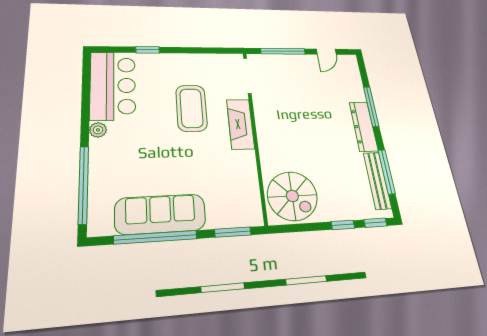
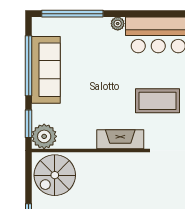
coffee table: (191, 108) -> (158, 101), moved
plant: (247, 211) -> (44, 136), added

